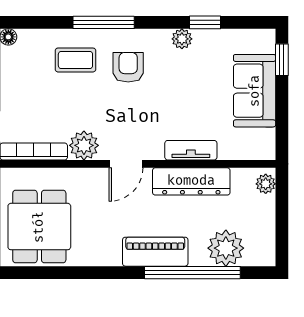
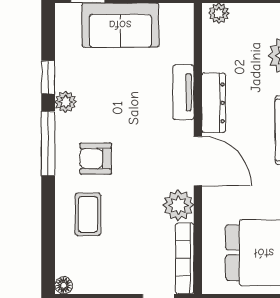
window: (104, 22) -> (48, 143), moved
door: (126, 164) -> (198, 161), width x1.38
dresser: (191, 181) -> (214, 103), width x0.73, depth x0.80

